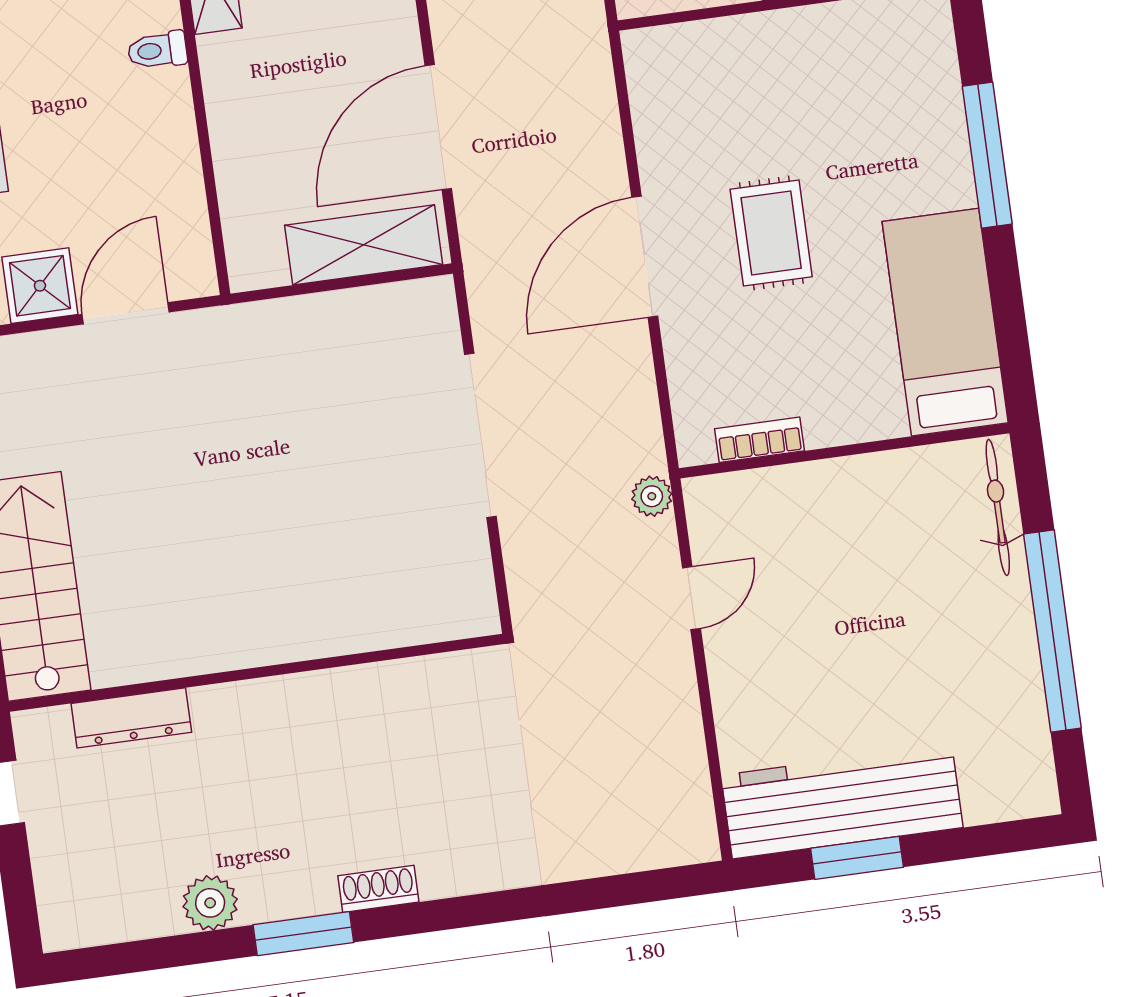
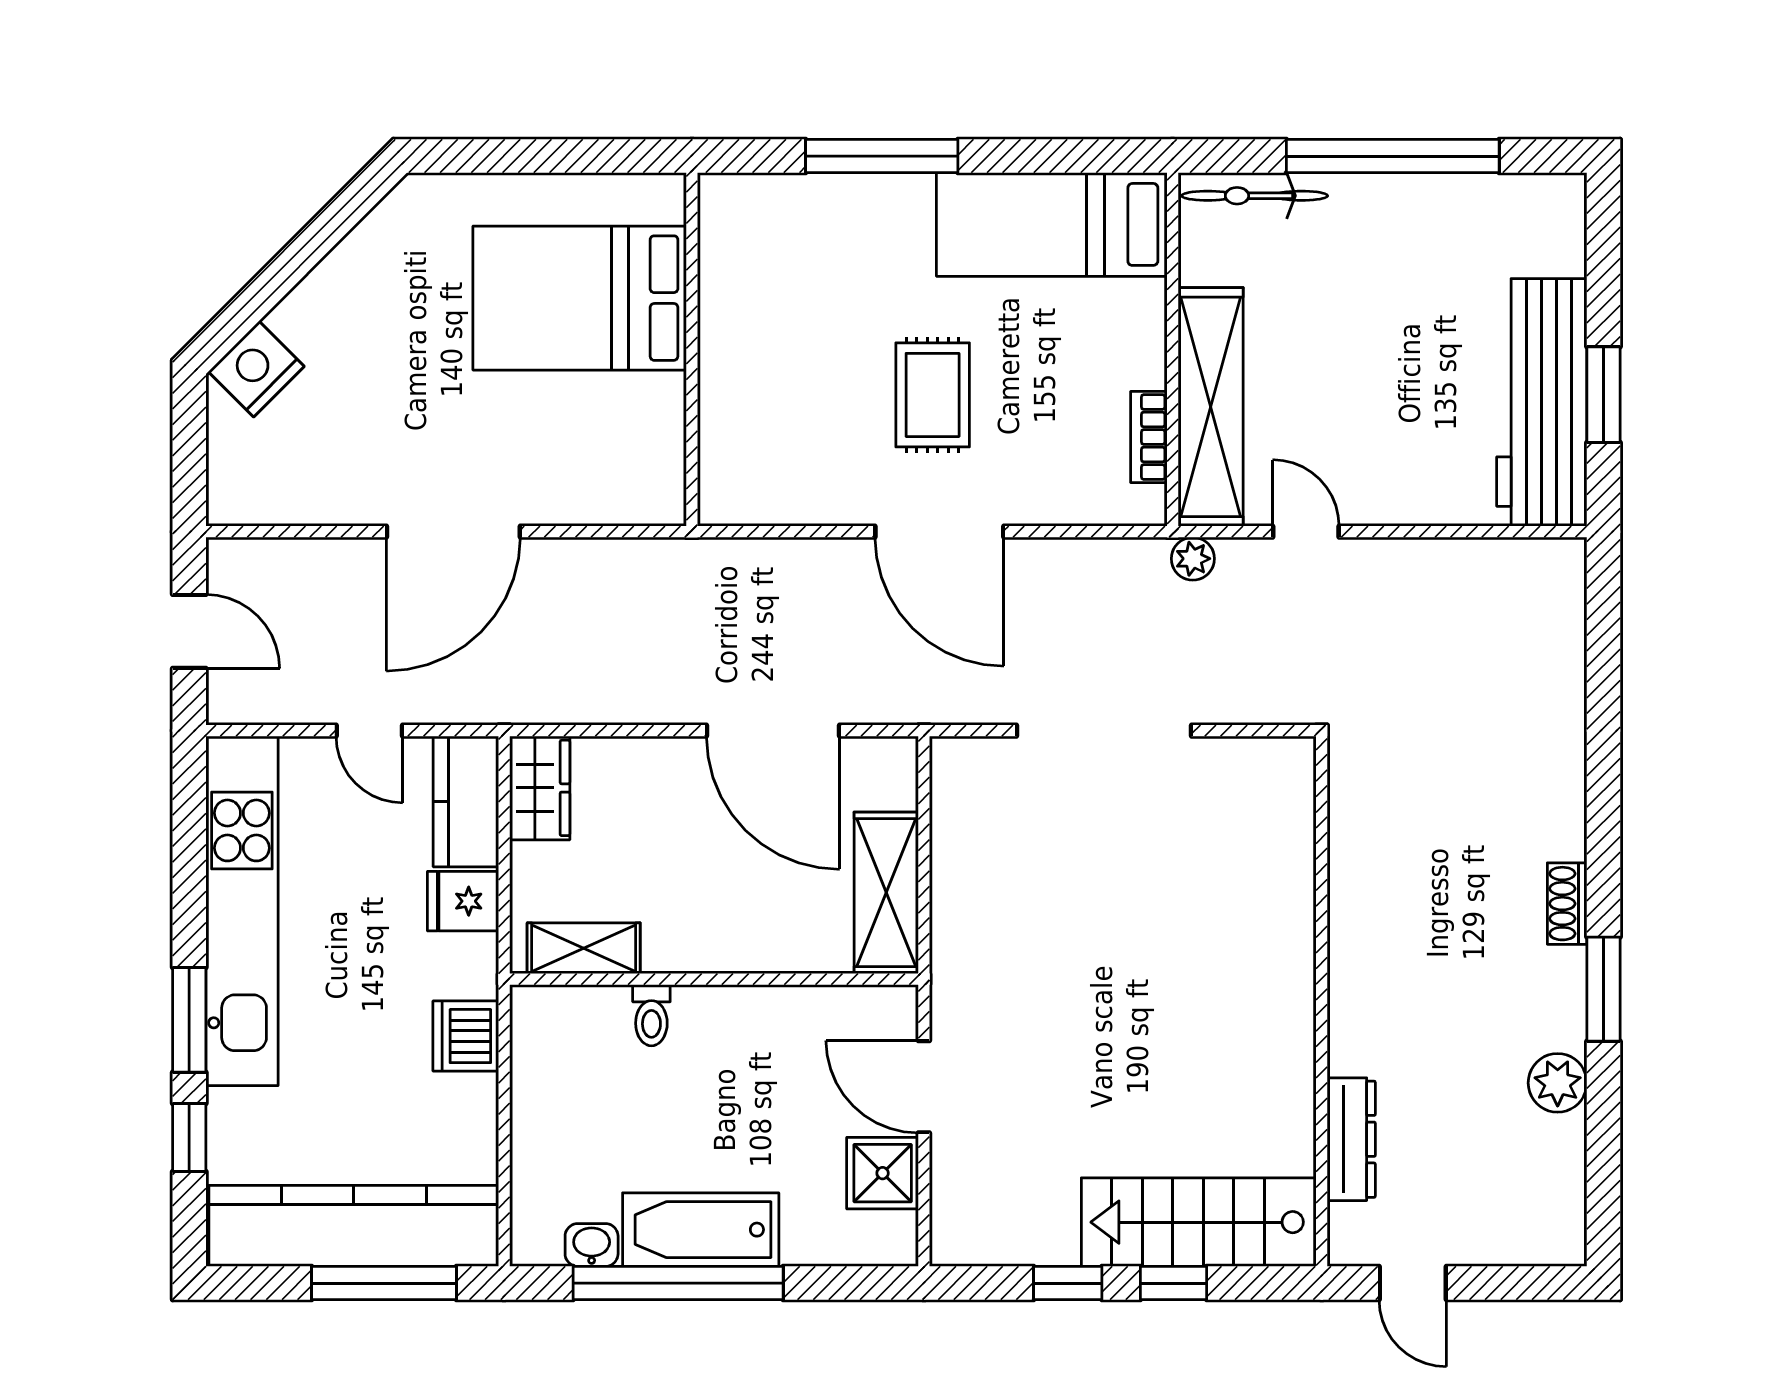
rug: (771, 233) -> (933, 395), turned 90
shelving: (364, 245) -> (886, 893), moved
shelving: (796, 493) -> (1211, 407), added

